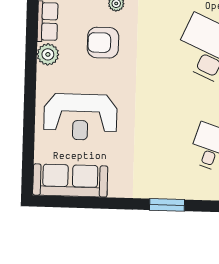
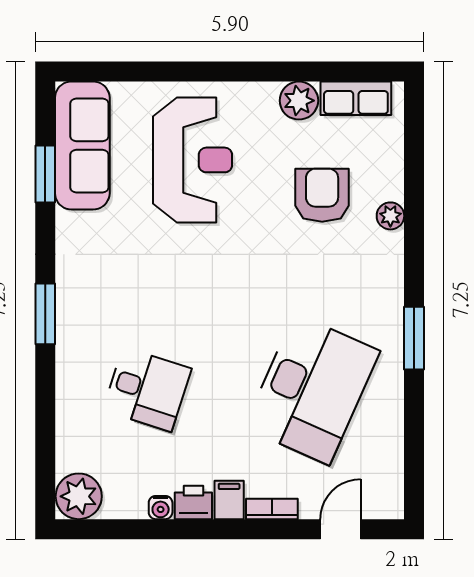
reception desk: (80, 117) -> (193, 160), turned 180
window: (86, 202) -> (45, 174), added

